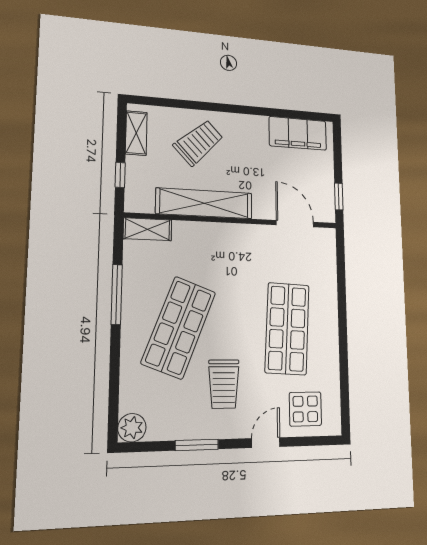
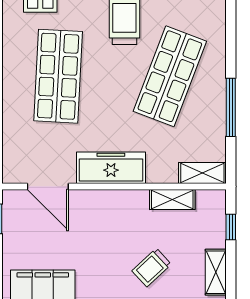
trolley: (199, 142) -> (152, 267), width x0.73, depth x0.72
shelving: (204, 203) -> (172, 199), width x0.45, depth x0.75
freezer: (237, 238) -> (111, 168), added

